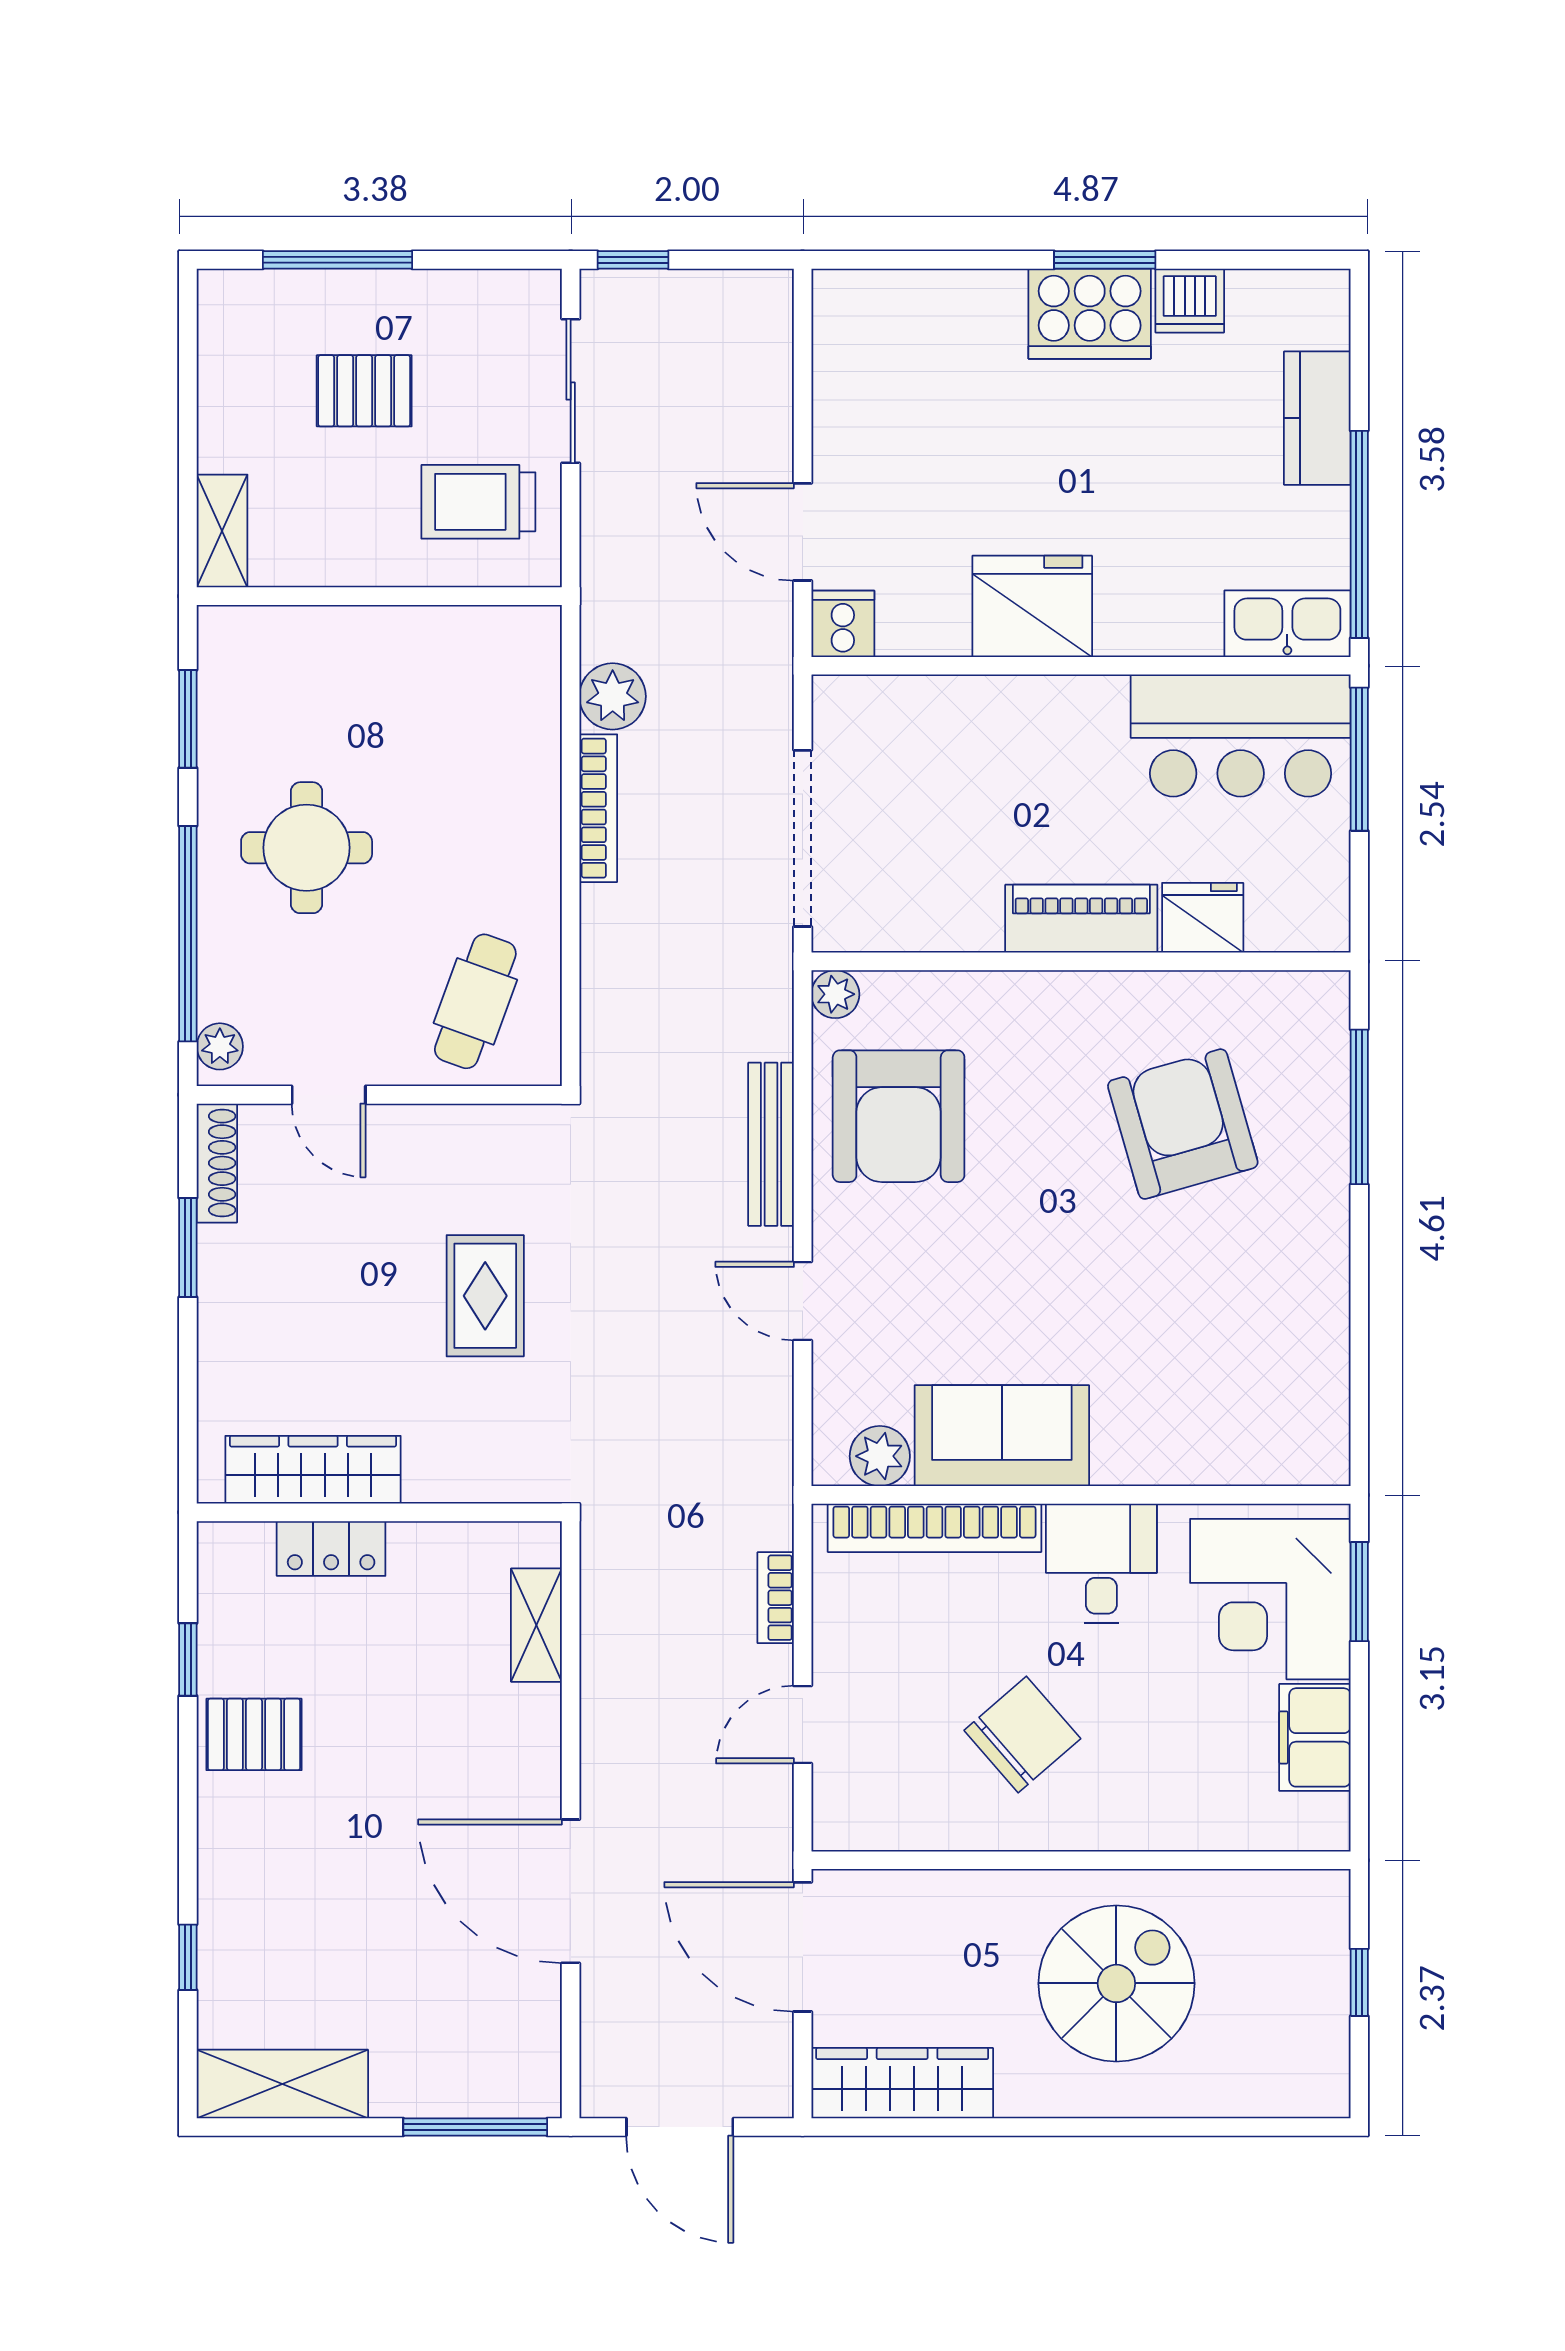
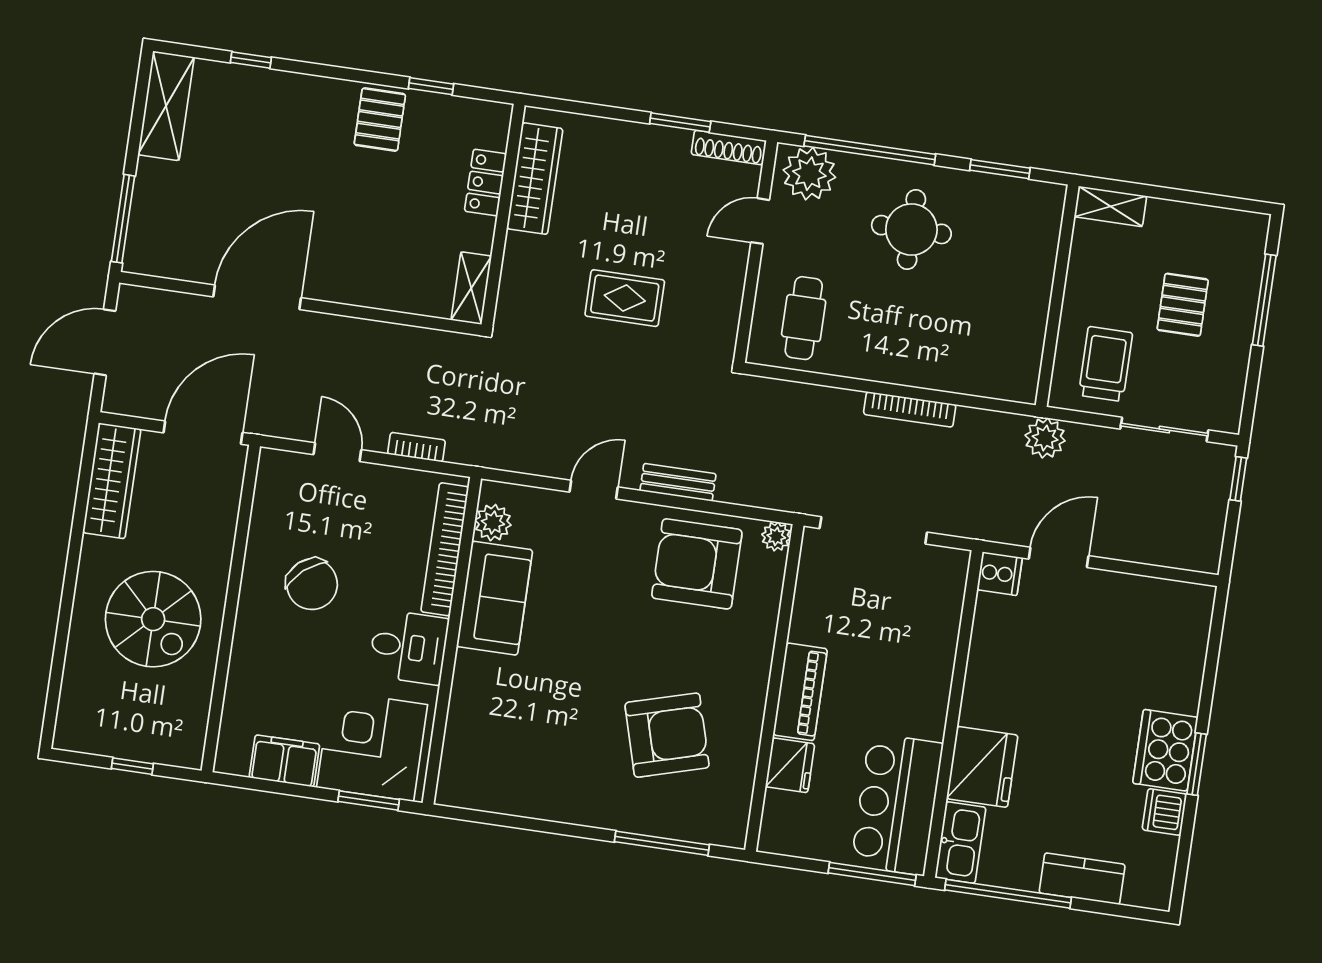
fridge: (1032, 606) -> (982, 767), moved
plant: (613, 696) -> (1045, 438), moved
cafe table: (475, 1001) -> (804, 318), turned 70
plant: (220, 1046) -> (809, 174), width x1.88, depth x1.88
bench: (771, 1144) -> (678, 482), width x0.73
shelving: (536, 1625) -> (471, 288), moved, turned 90

